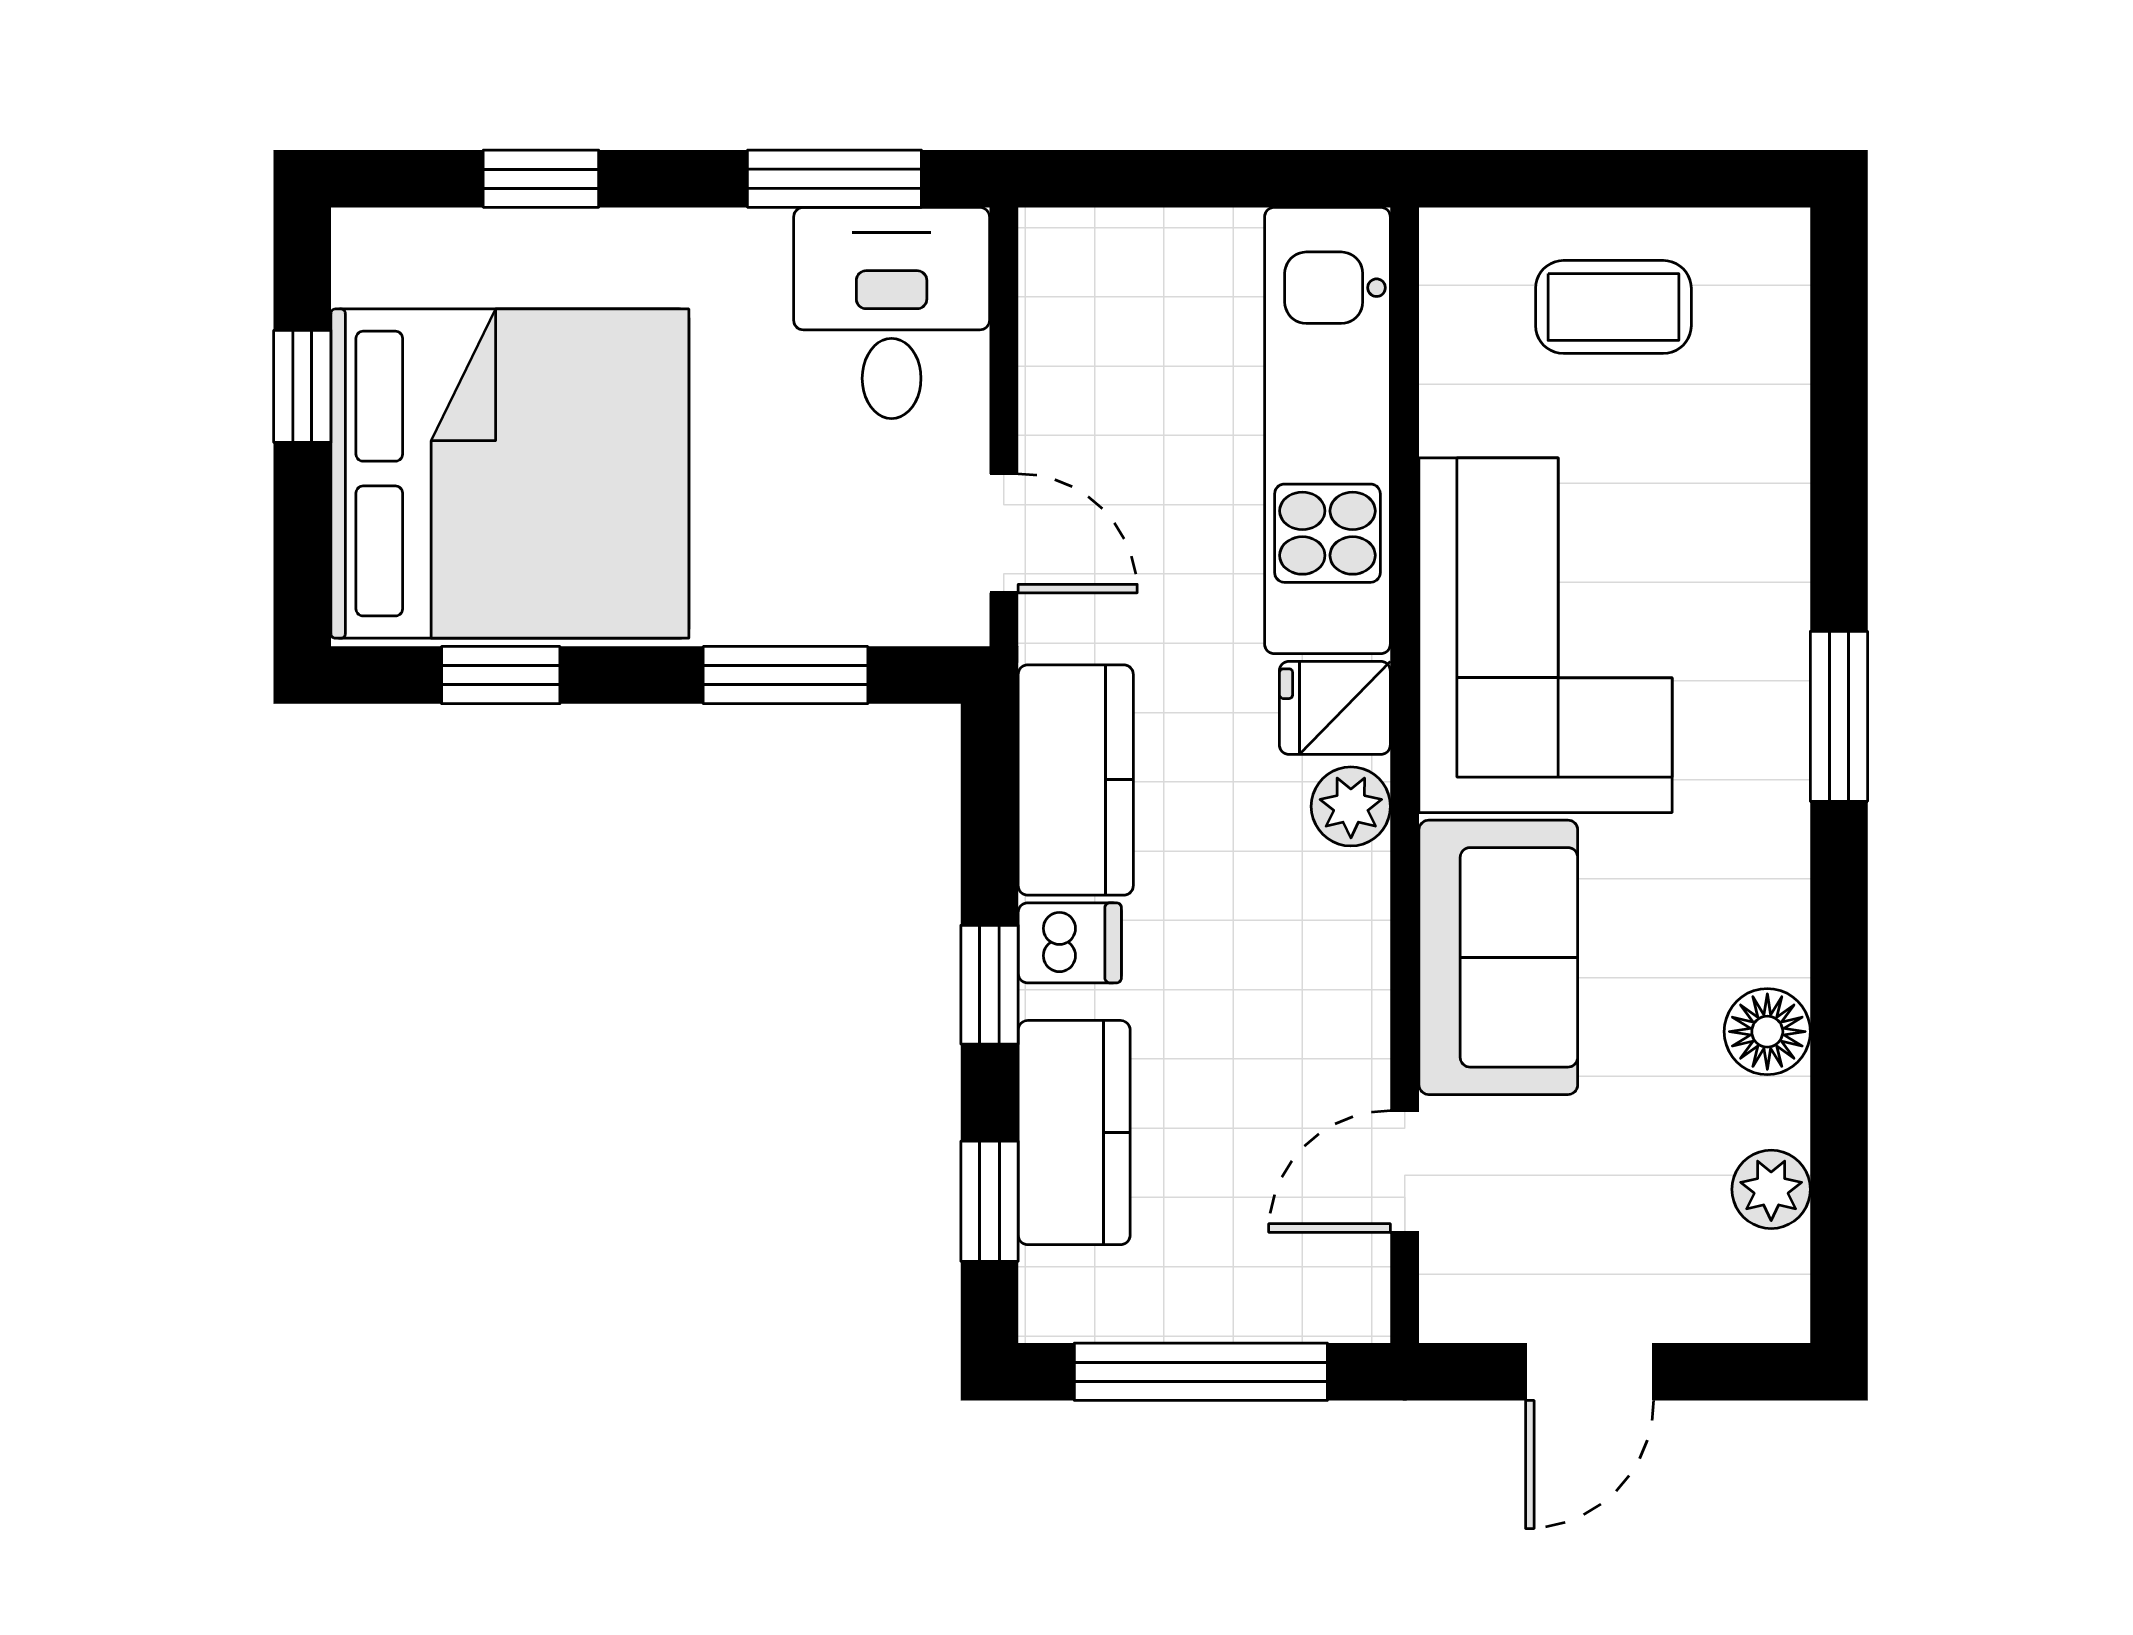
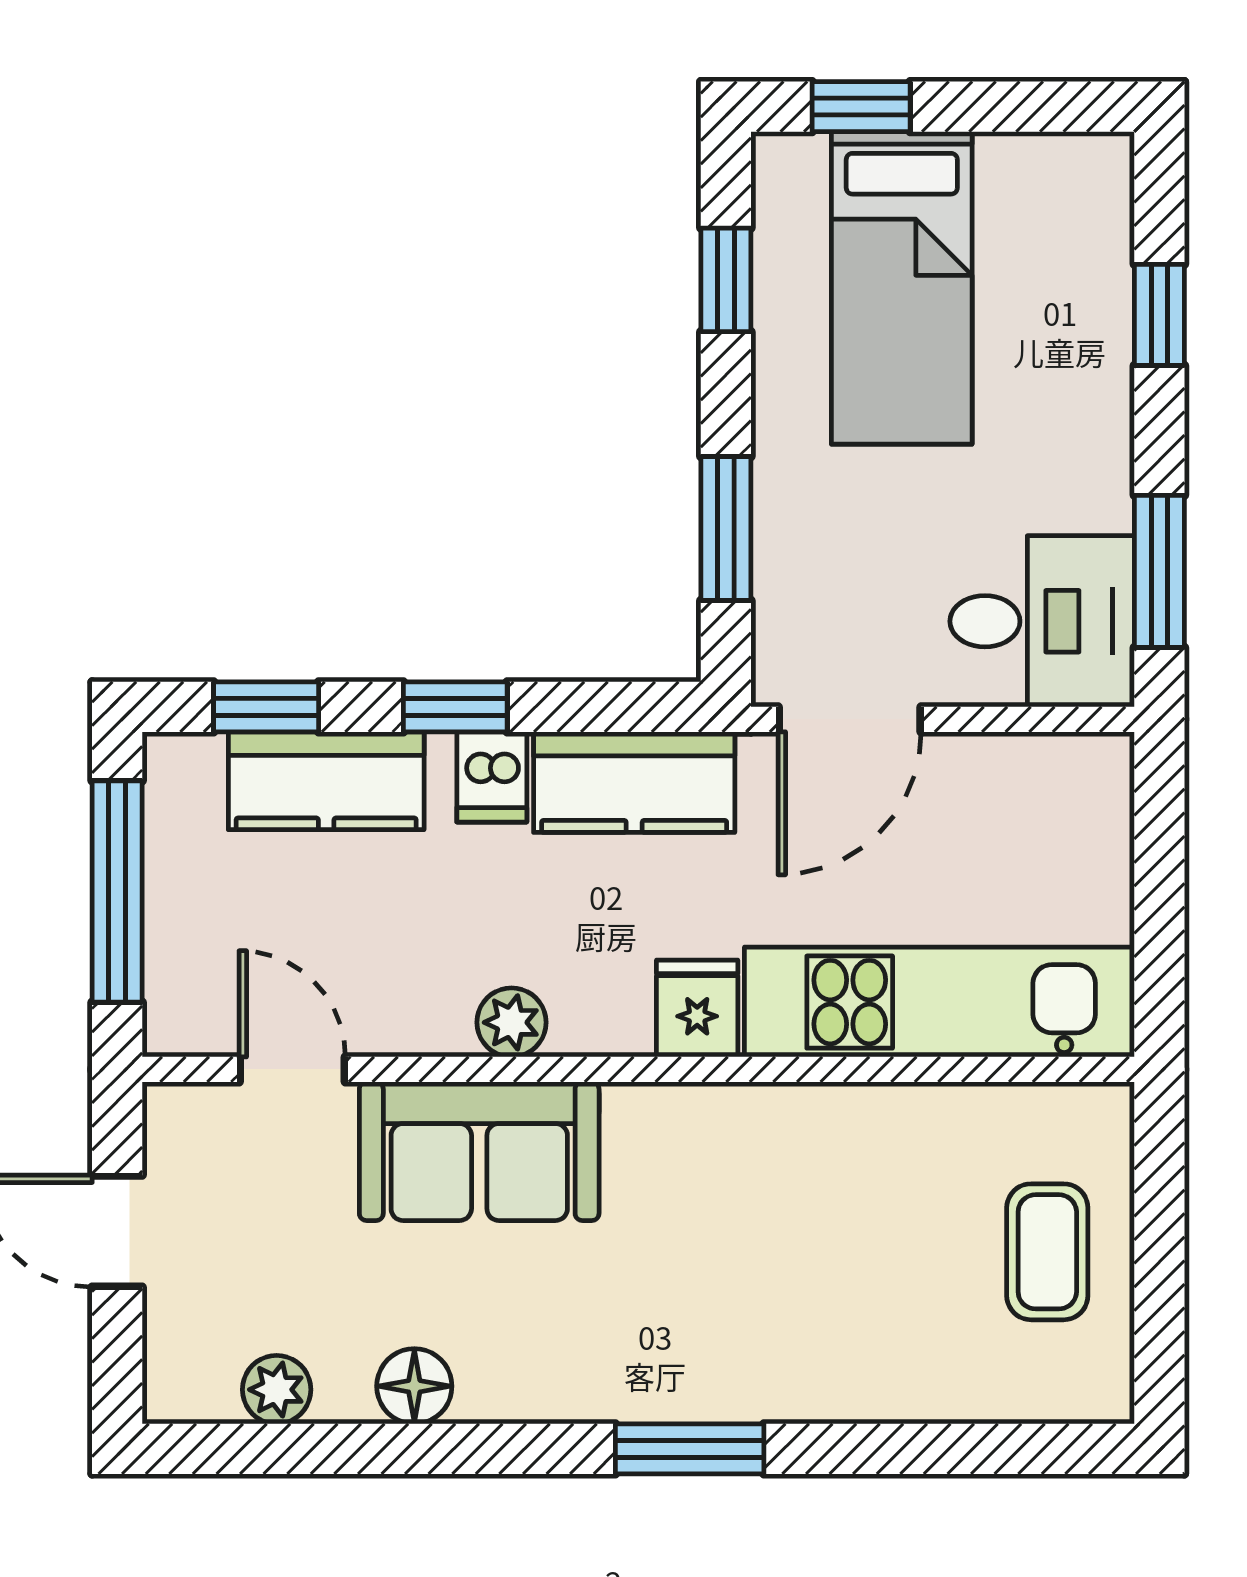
window: (302, 386) -> (861, 107), moved
bed: (510, 474) -> (902, 288), width x0.49
door: (1004, 533) -> (850, 719), width x1.37
corner sofa: (1546, 635) -> (761, 1192), removed
plant: (1351, 806) -> (512, 1022), moved

